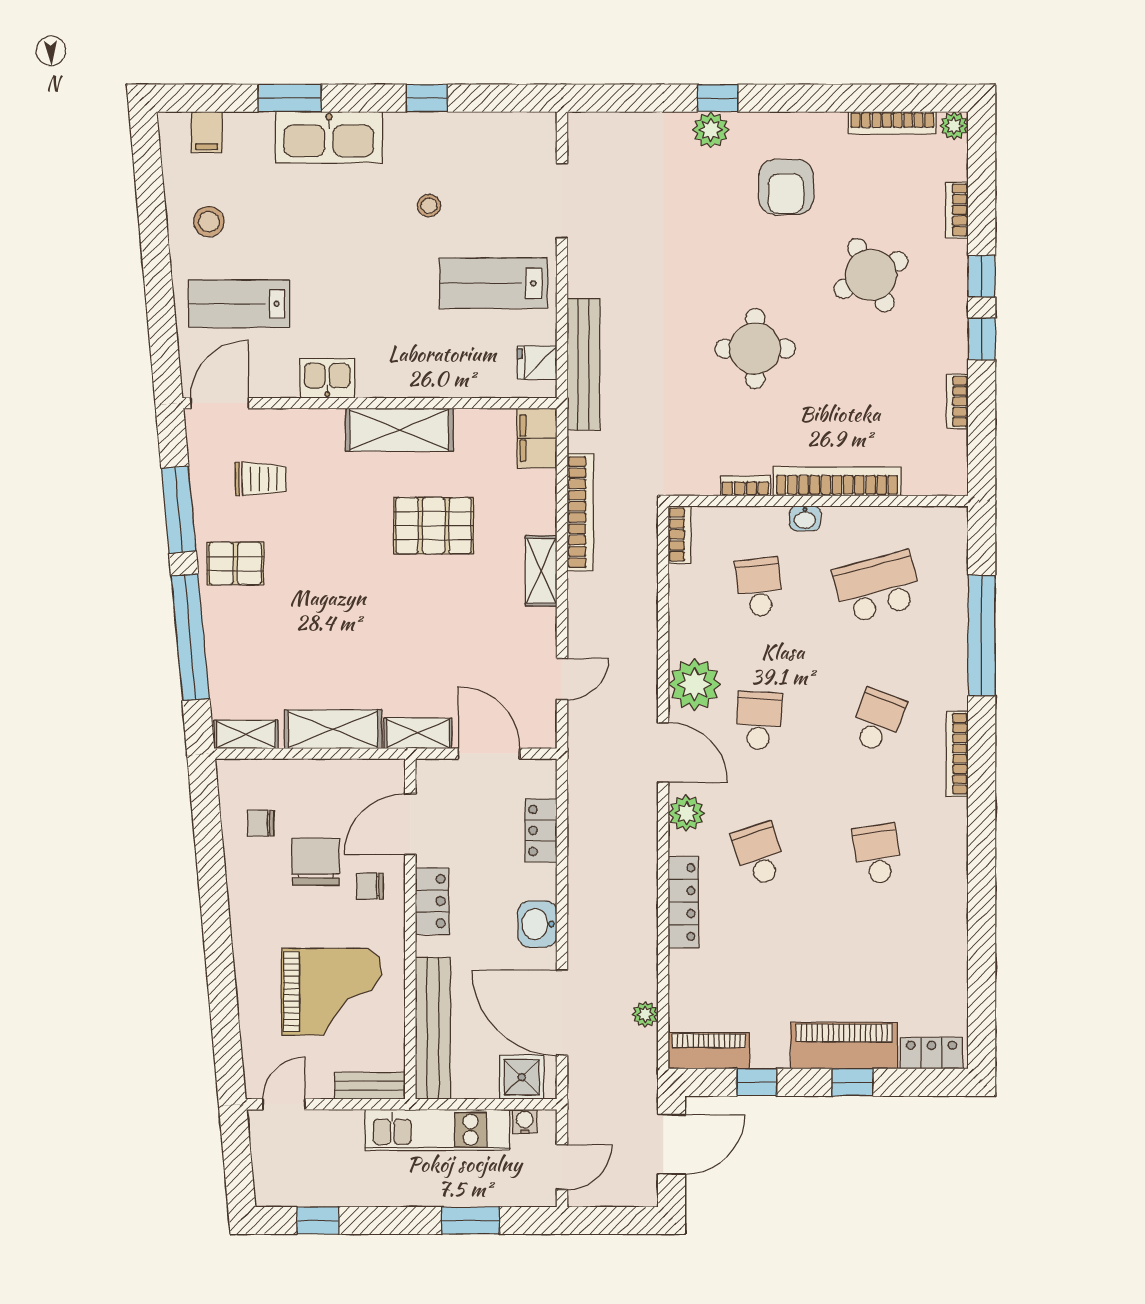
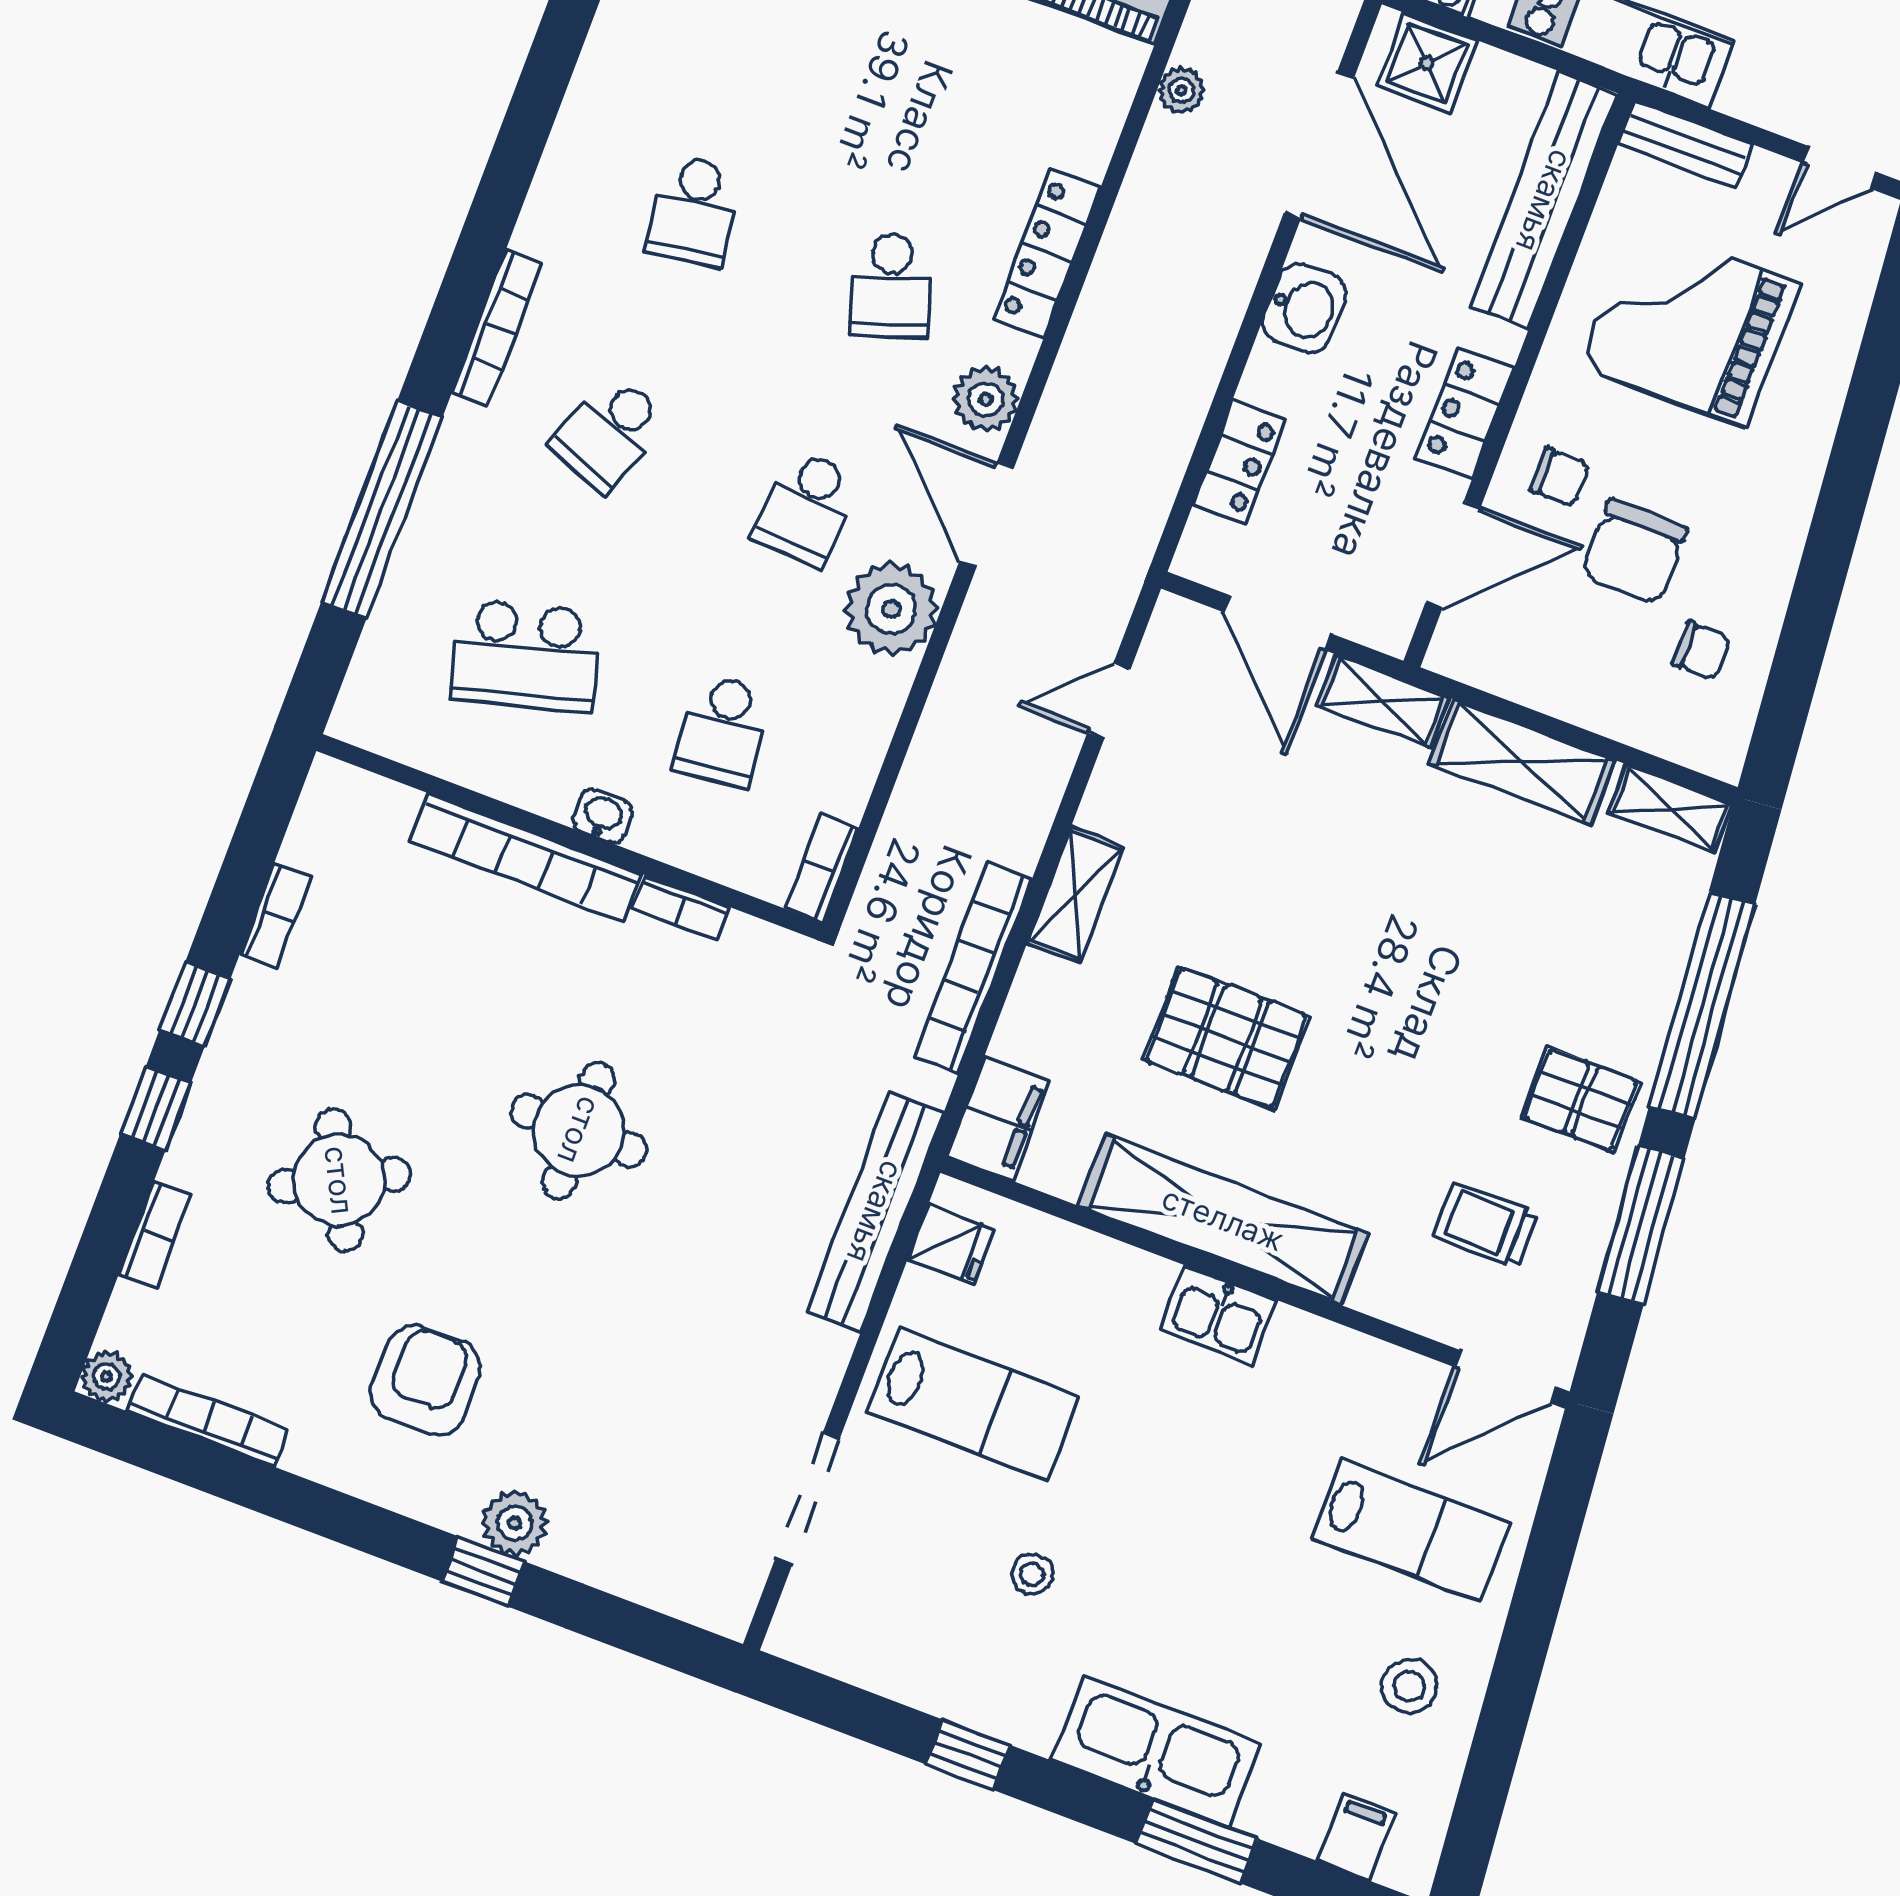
kitchen sink: (327, 378) -> (1218, 1315), moved
shelving: (399, 430) -> (1223, 1219), width x1.47

